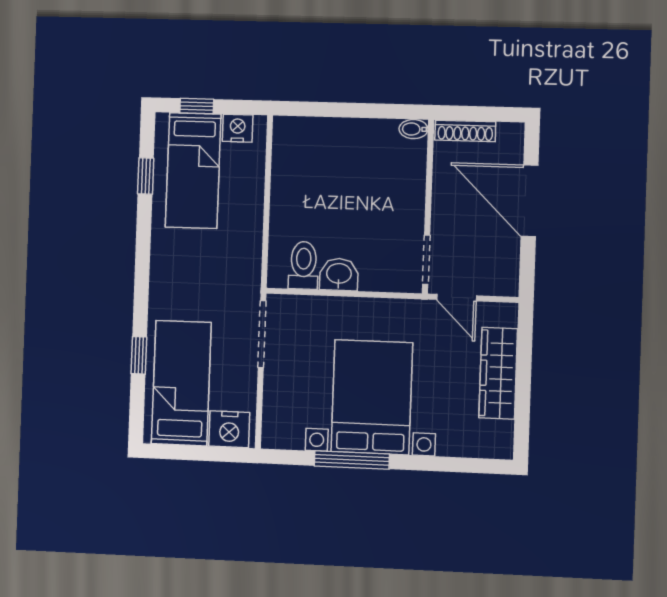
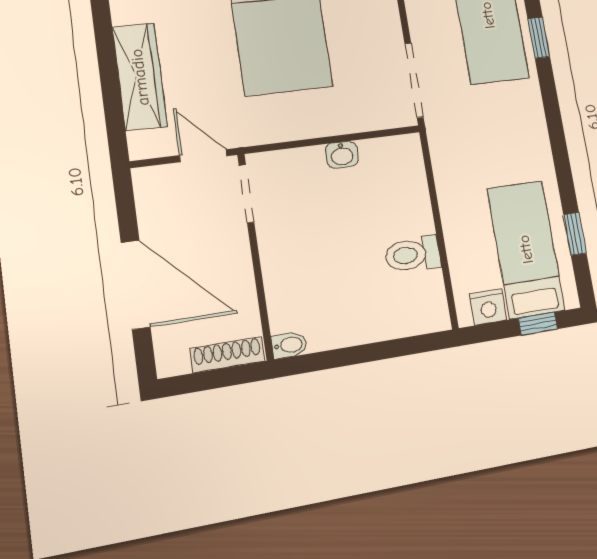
toilet: (303, 265) -> (413, 254), moved, turned 90
washbasin: (339, 274) -> (342, 155), width x0.72, depth x0.69

